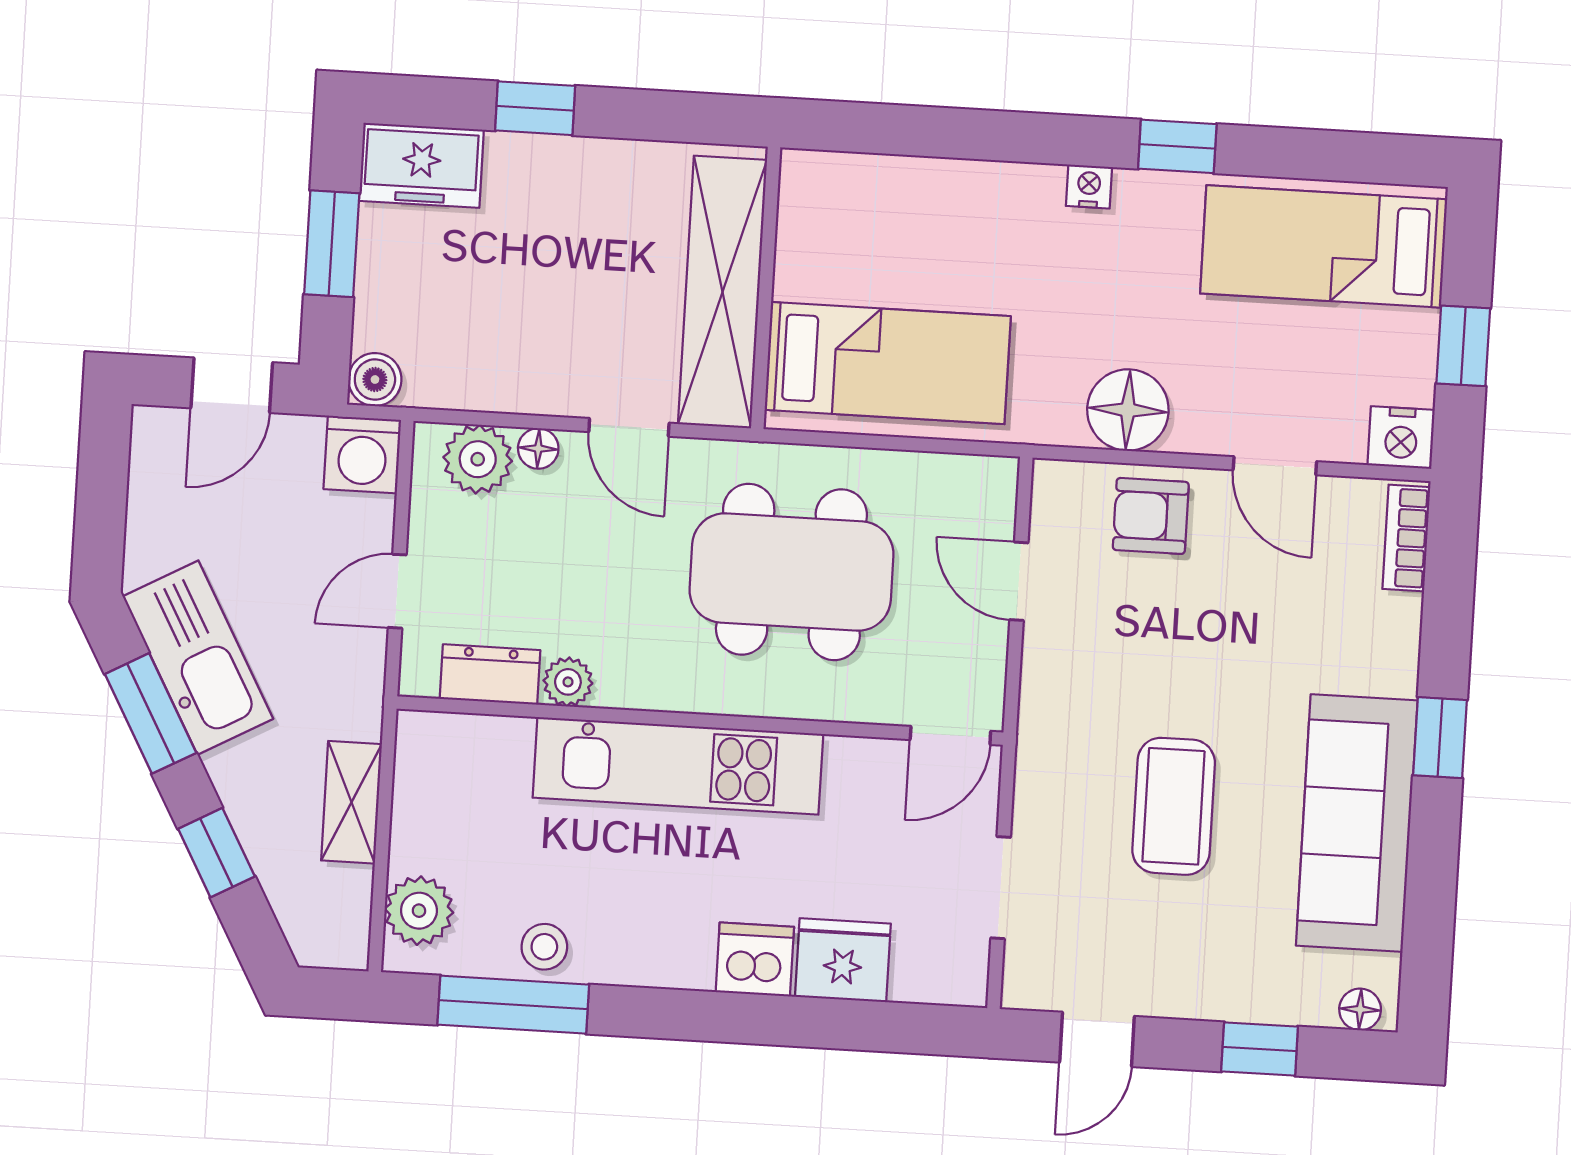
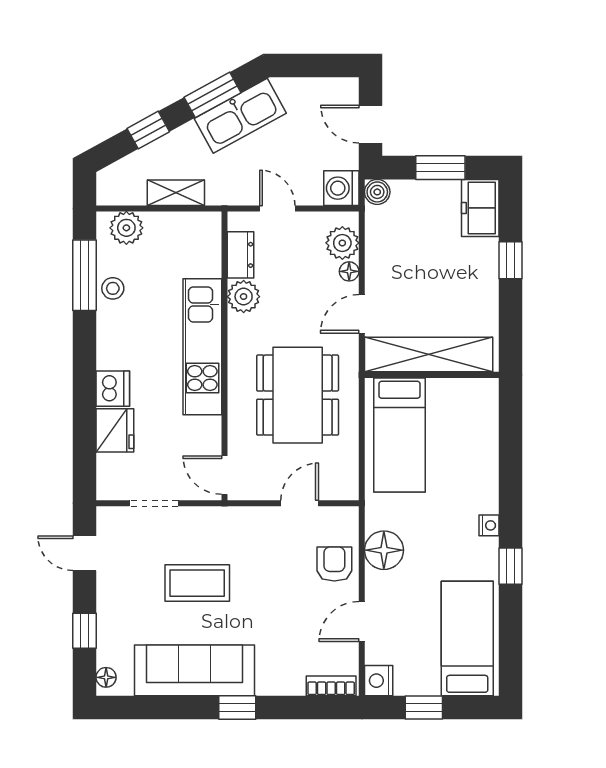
plant: (568, 682) -> (244, 297), width x1.38, depth x1.38

